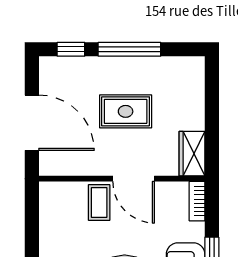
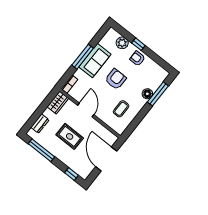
window: (129, 49) -> (41, 150), moved
dresser: (194, 93) -> (40, 124), added
coffee table: (99, 203) -> (121, 109), moved

